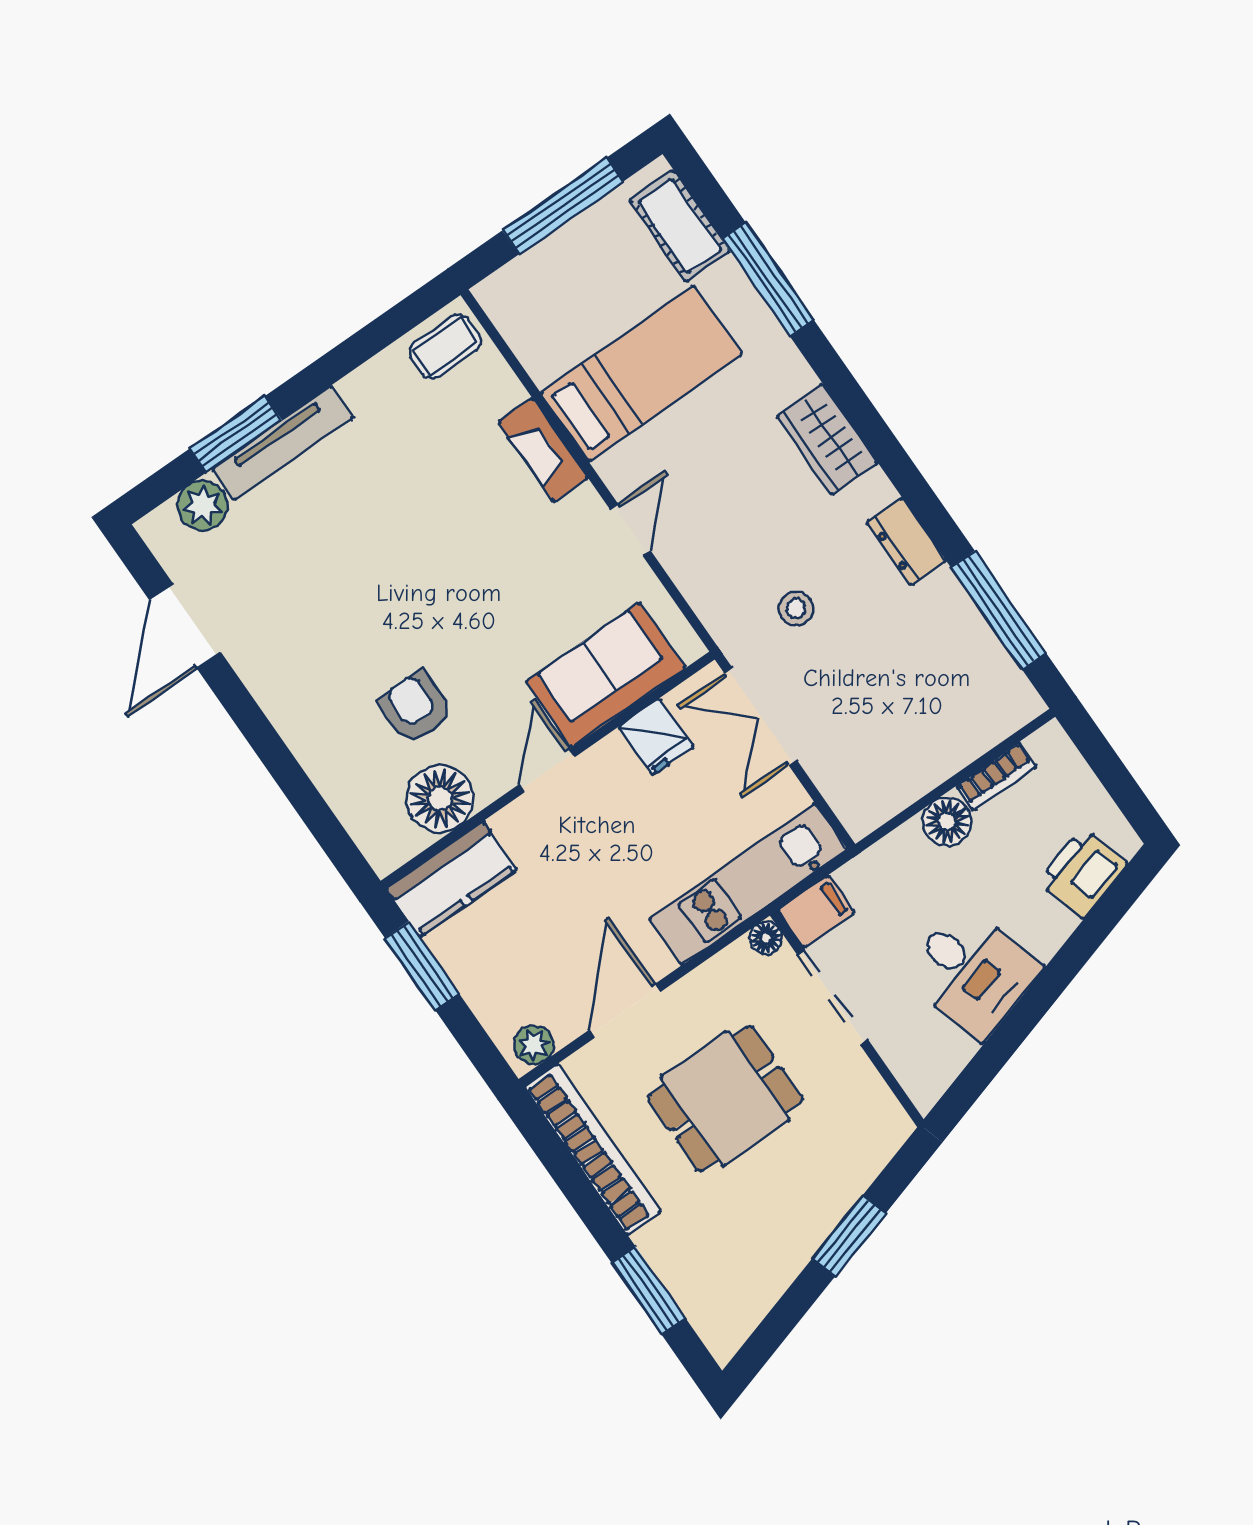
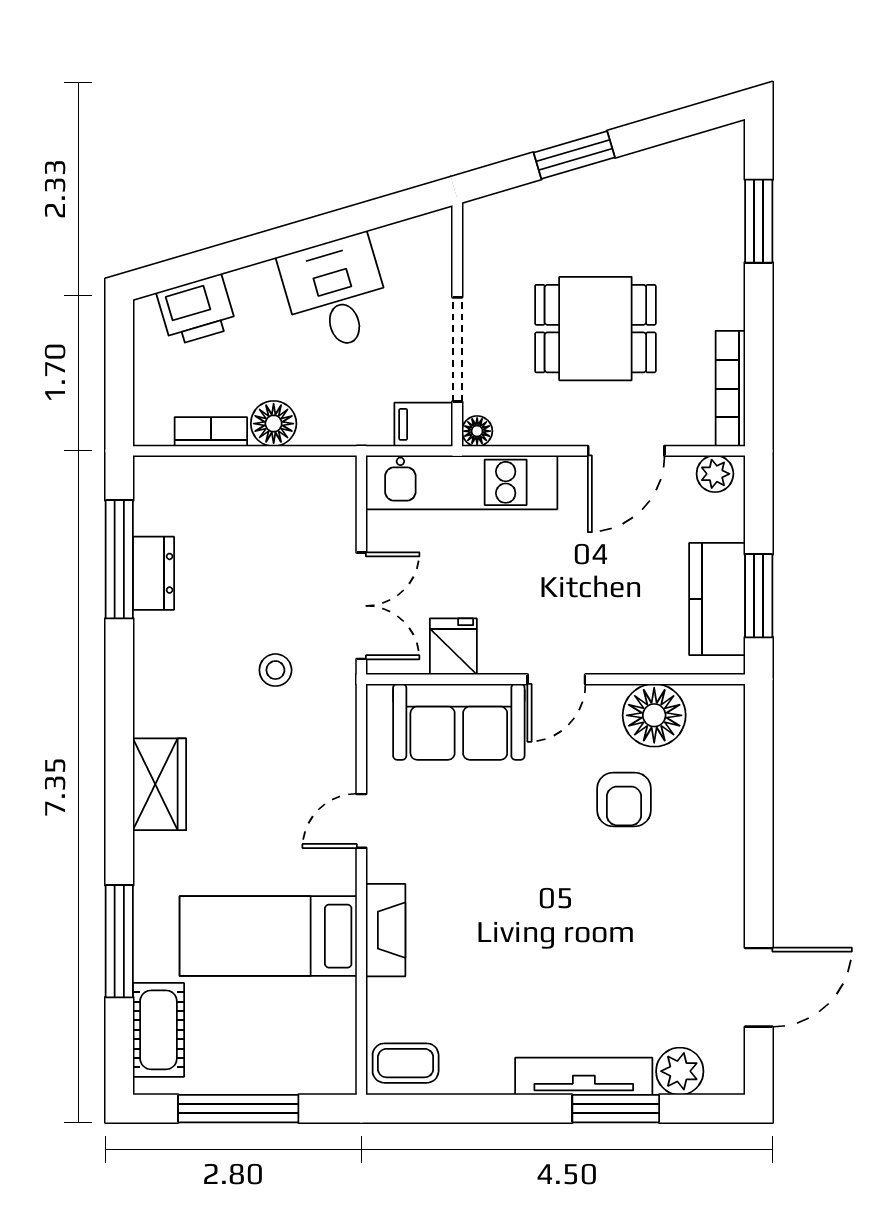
dresser: (906, 542) -> (154, 573), moved
kitchen counter: (452, 879) -> (717, 599), moved, turned -90
bookcase: (593, 1149) -> (730, 389), width x0.68, depth x0.76

